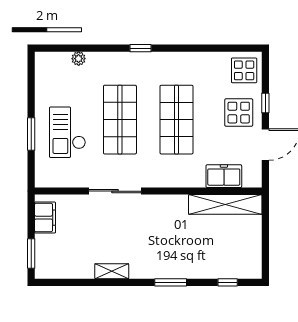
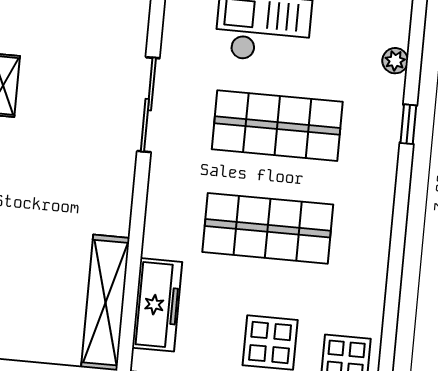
window: (140, 48) -> (408, 124), moved
freezer: (224, 176) -> (157, 305), width x1.40

